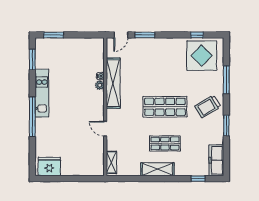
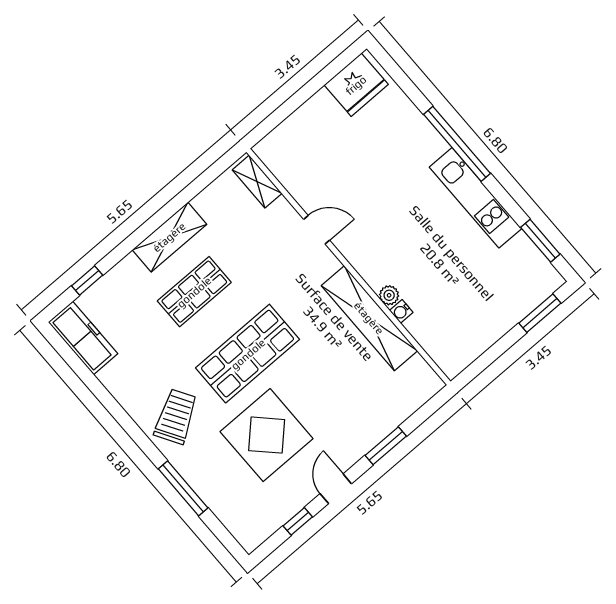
door: (121, 35) -> (336, 489), moved
display table: (202, 56) -> (267, 435), moved
window: (226, 126) -> (117, 411), removed

